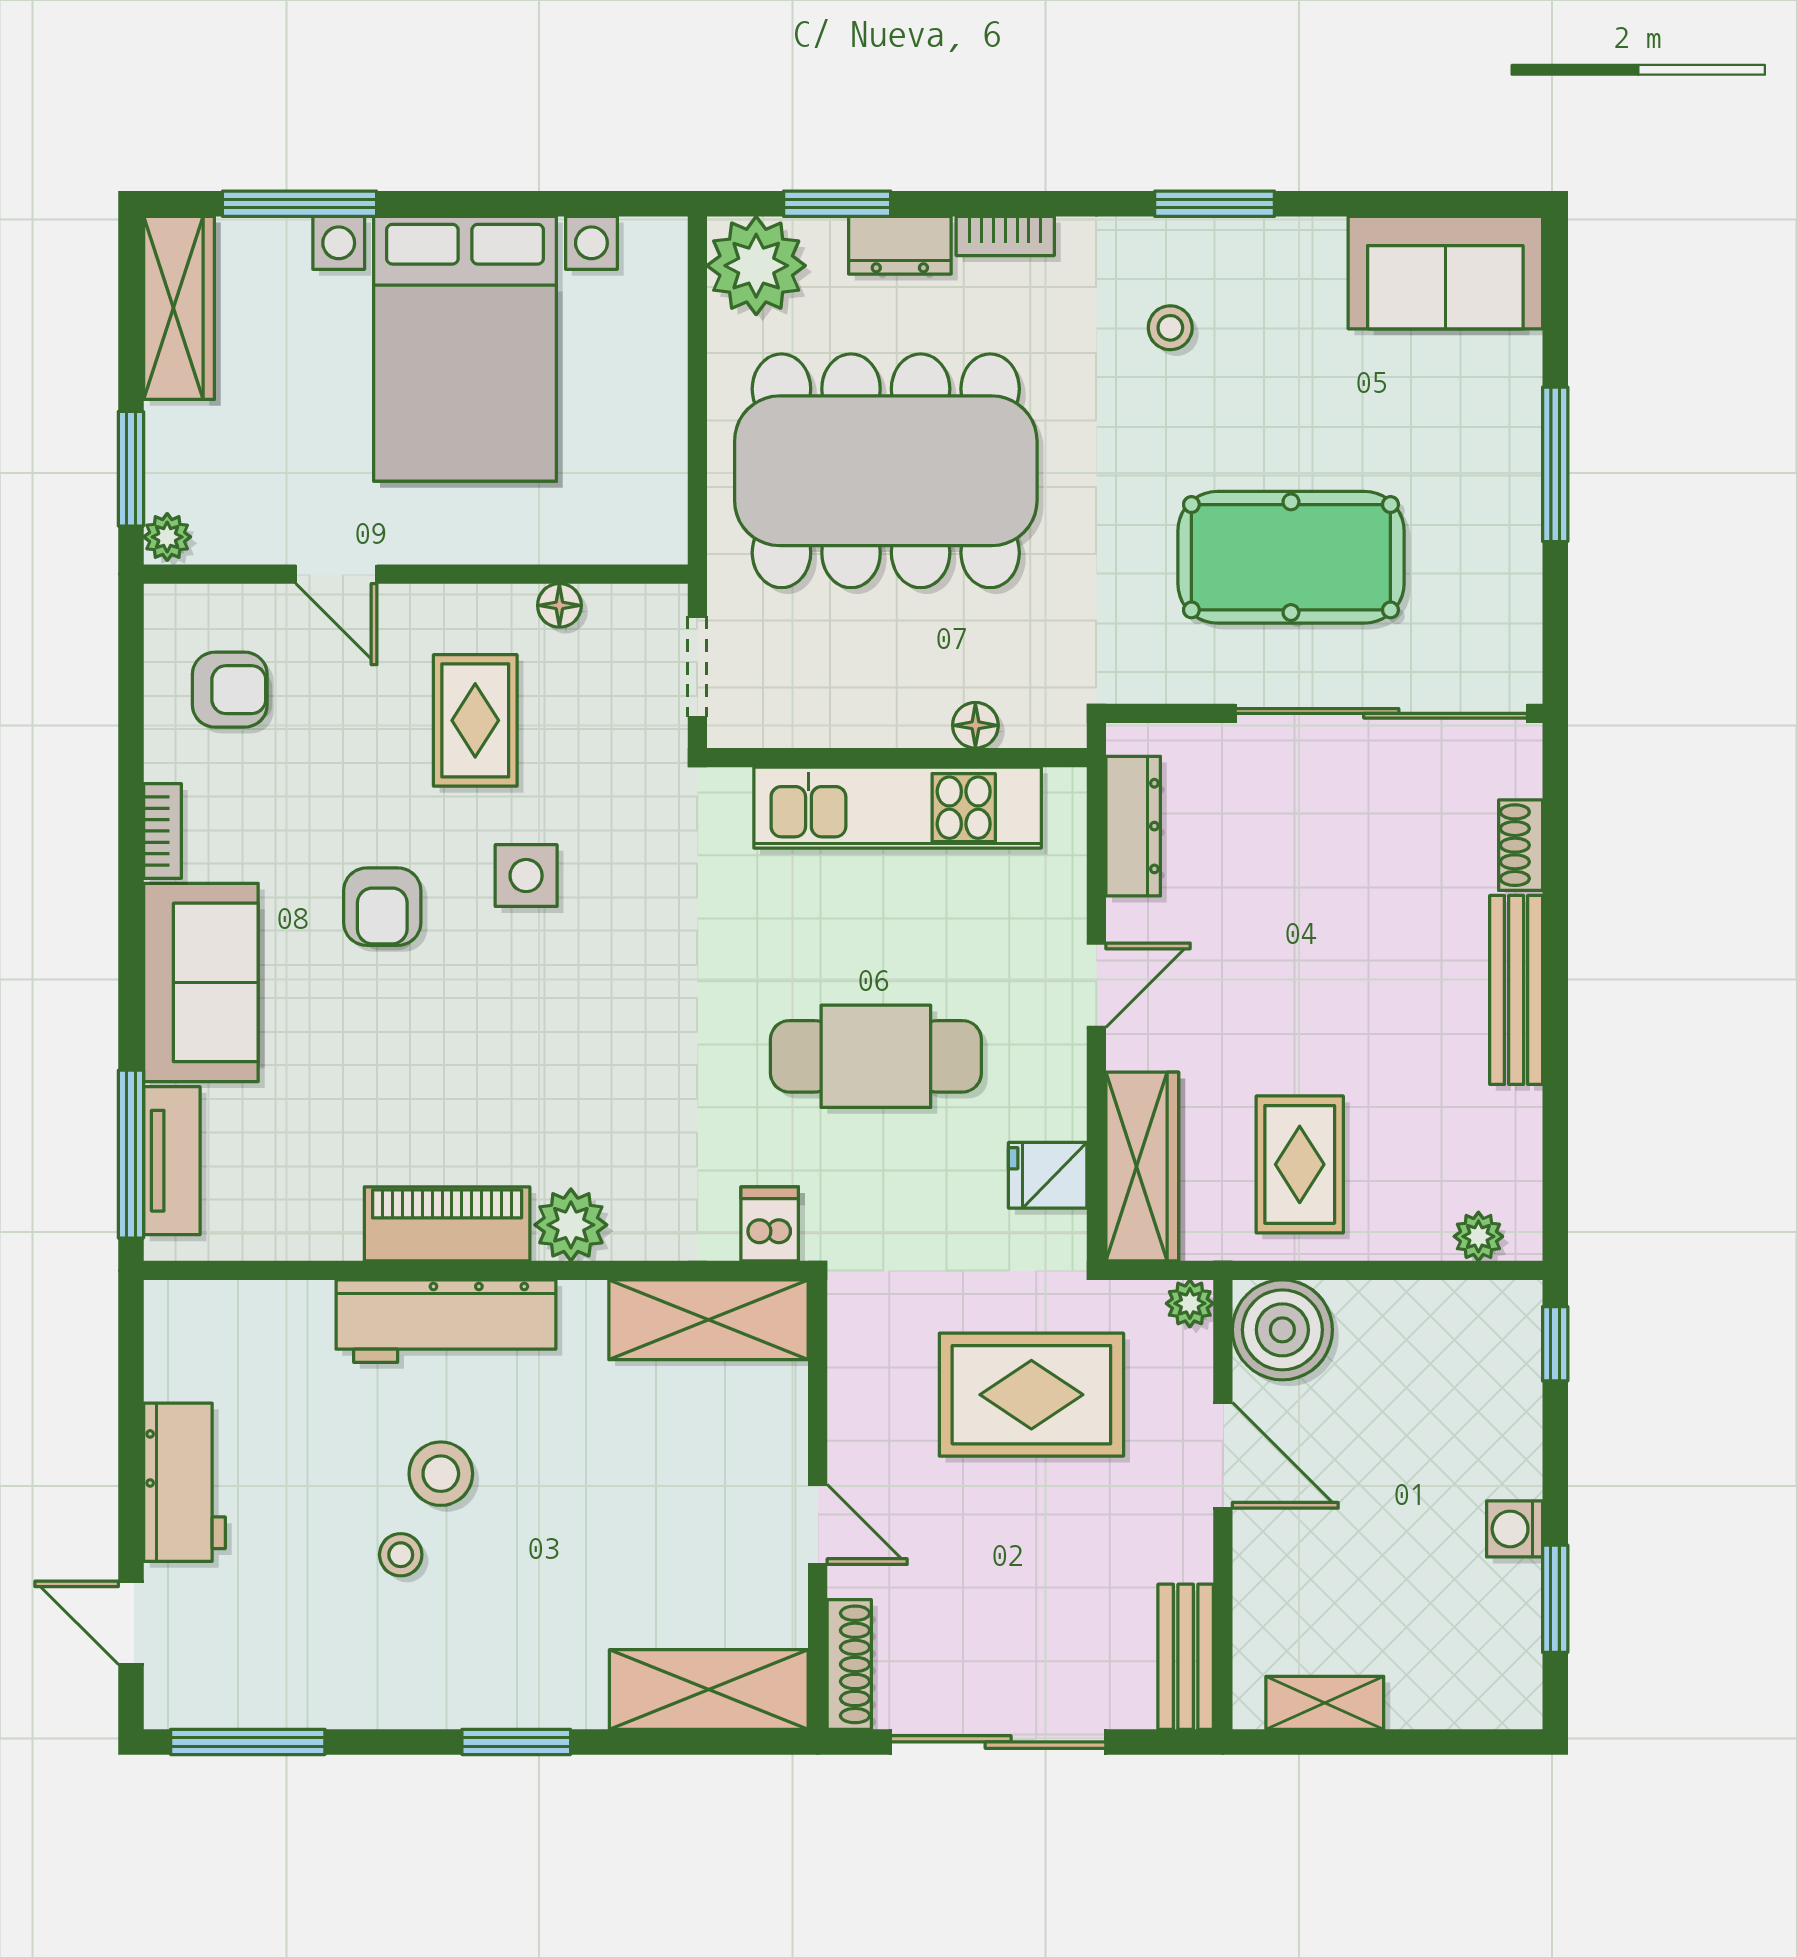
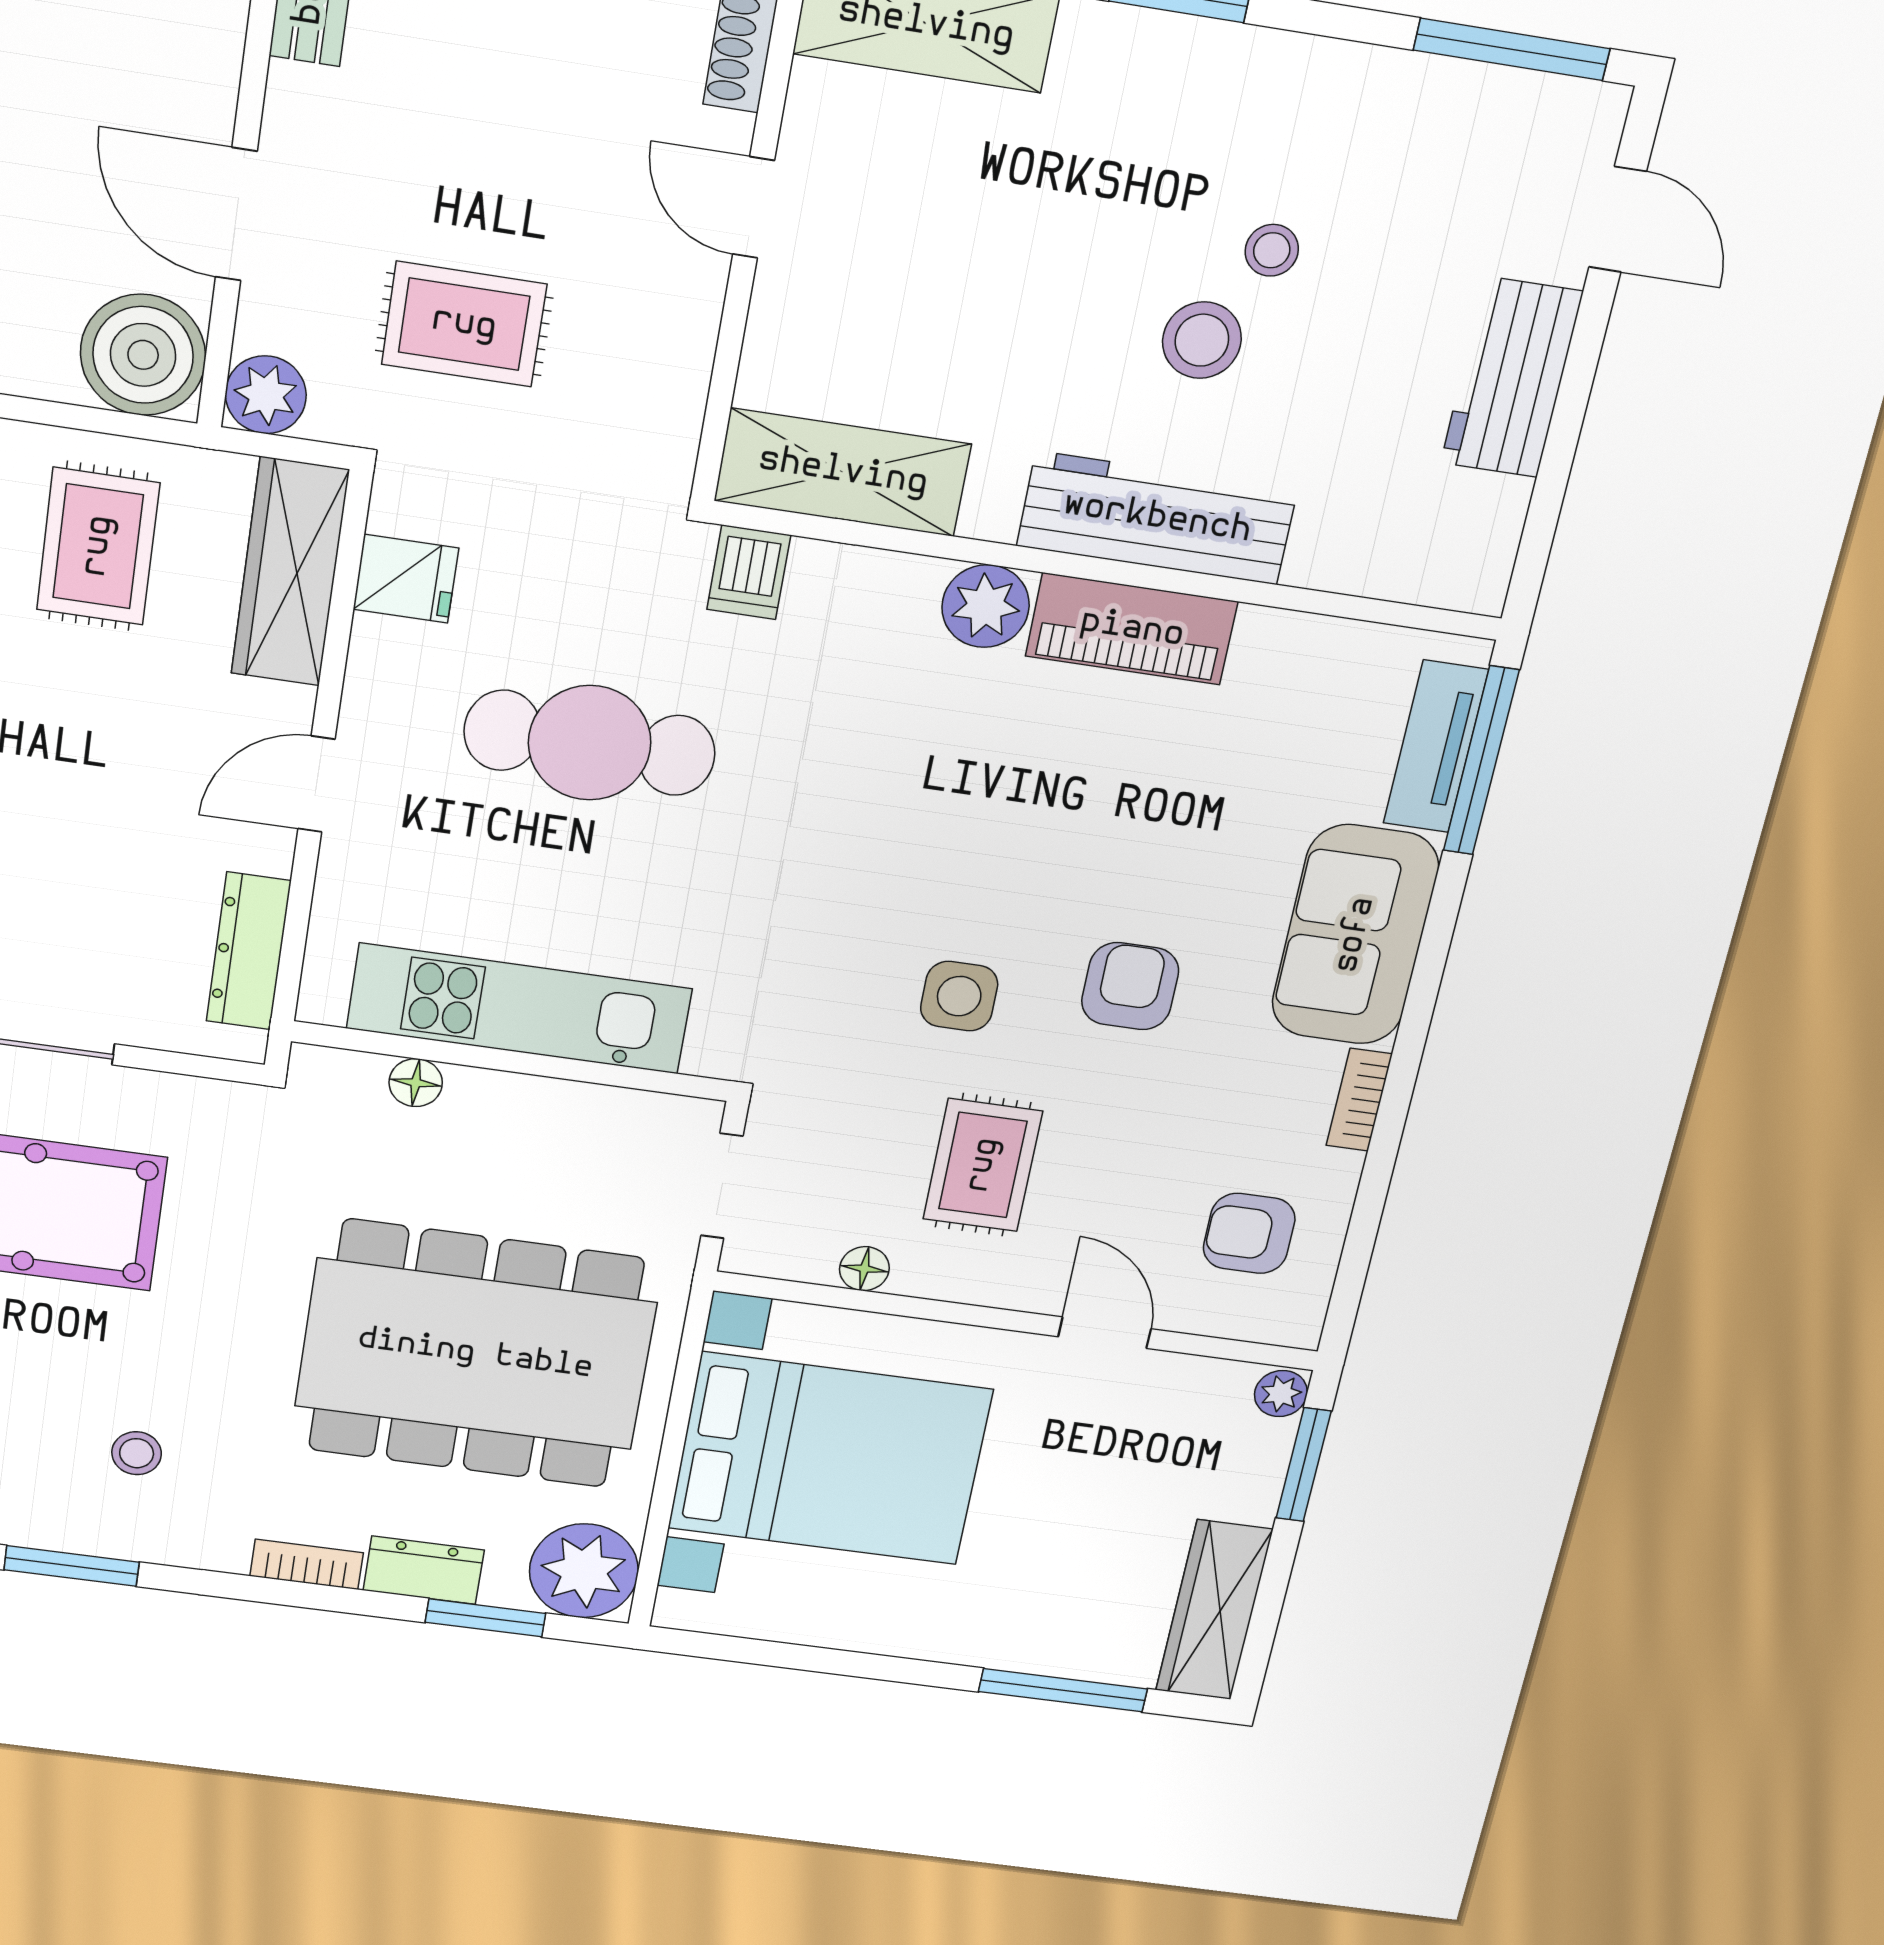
bed with nightstands: (465, 349) -> (830, 1459), moved, turned 90
plant: (1190, 1303) -> (266, 395), width x1.38, depth x1.38
rug: (1031, 1395) -> (464, 324), width x0.73, depth x0.70

